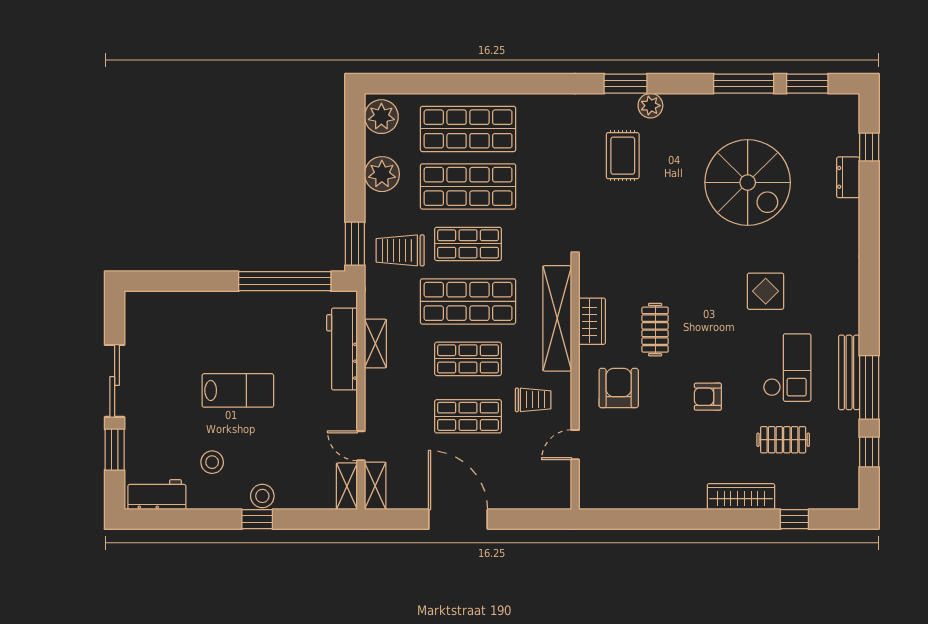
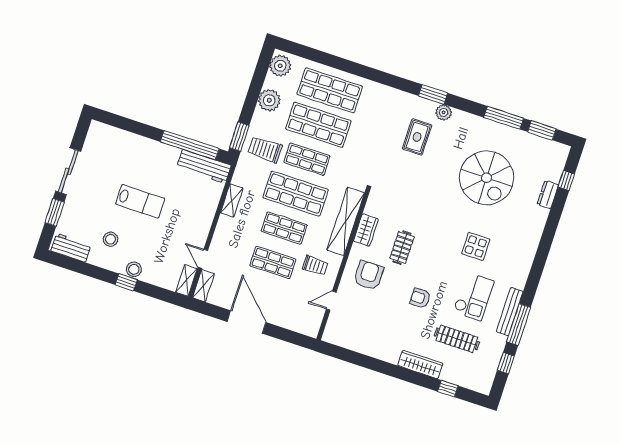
workbench: (342, 349) -> (204, 166), moved, turned -90
clothes rail: (783, 440) -> (457, 339), width x1.36

